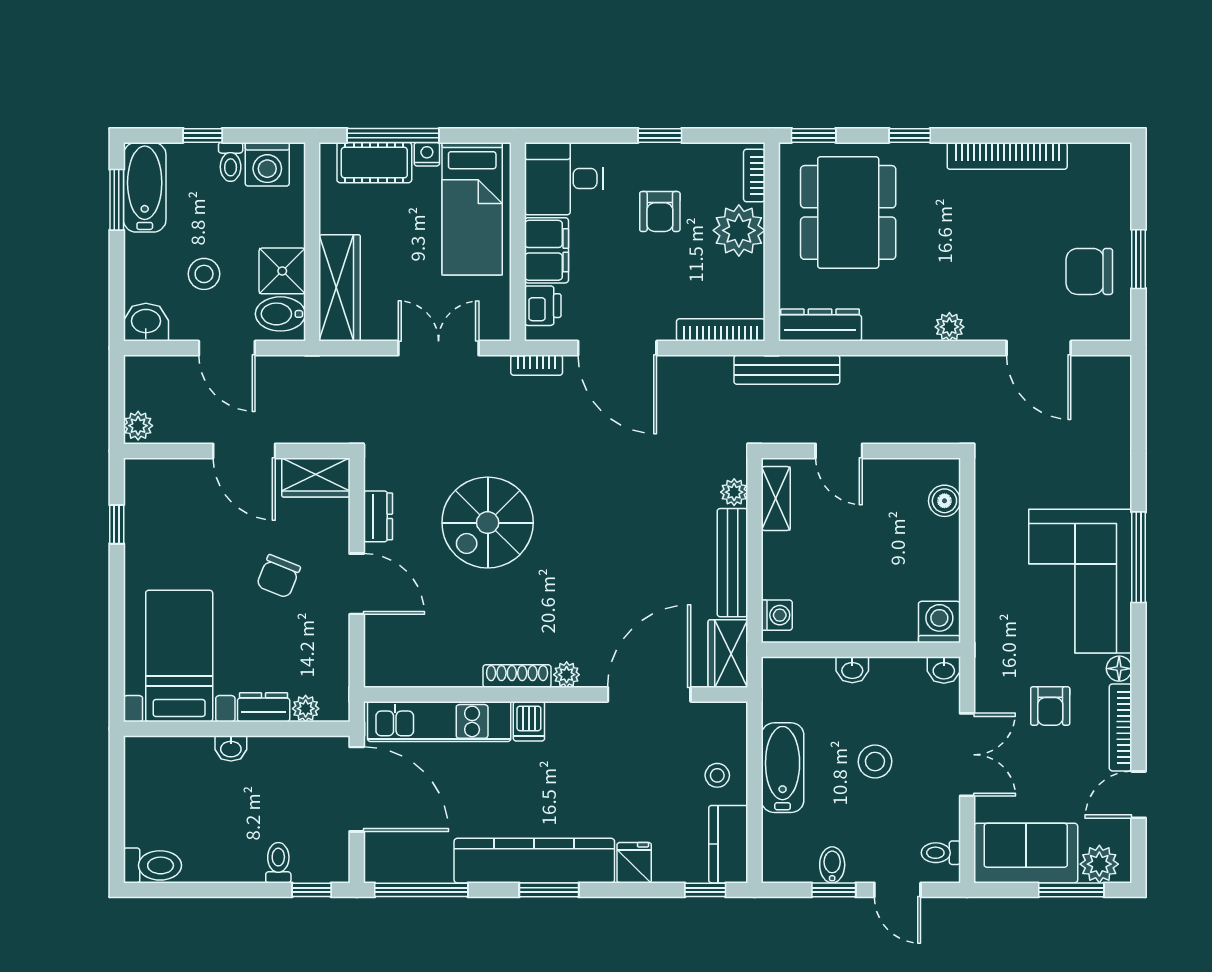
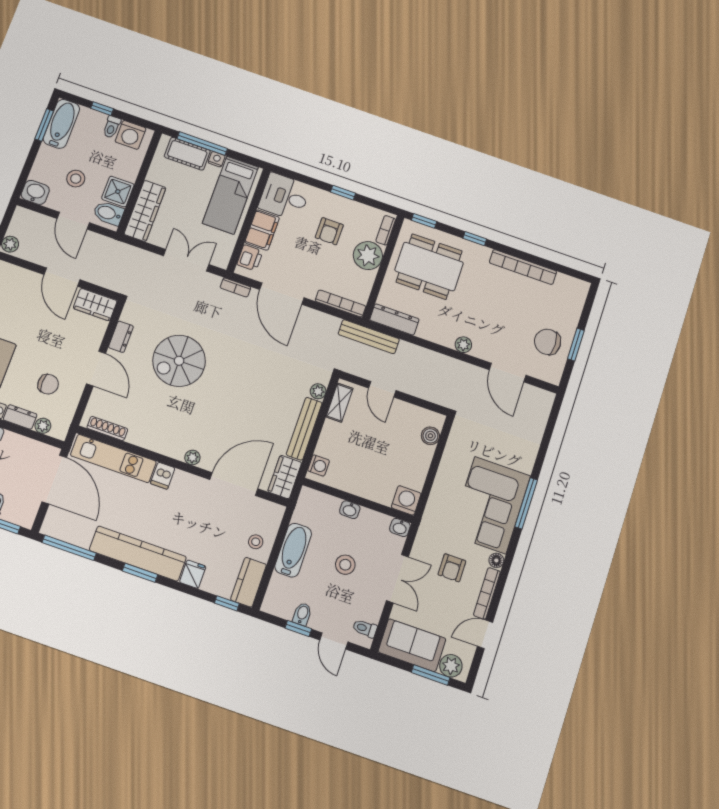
dining table: (848, 212) -> (429, 267), turned 90
chair: (278, 576) -> (48, 384), moved, turned -112
shoe rack: (517, 676) -> (107, 428), moved

